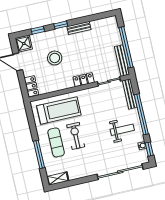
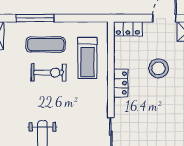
locker: (84, 80) -> (121, 83), moved
treadmill: (59, 110) -> (87, 58), width x0.73, depth x0.73

